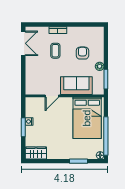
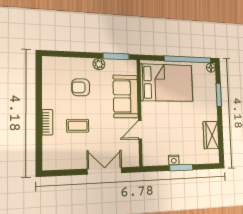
double door: (23, 43) -> (105, 171), moved
door: (52, 96) -> (140, 130), swing flipped
wardrobe: (36, 153) -> (211, 135), moved

